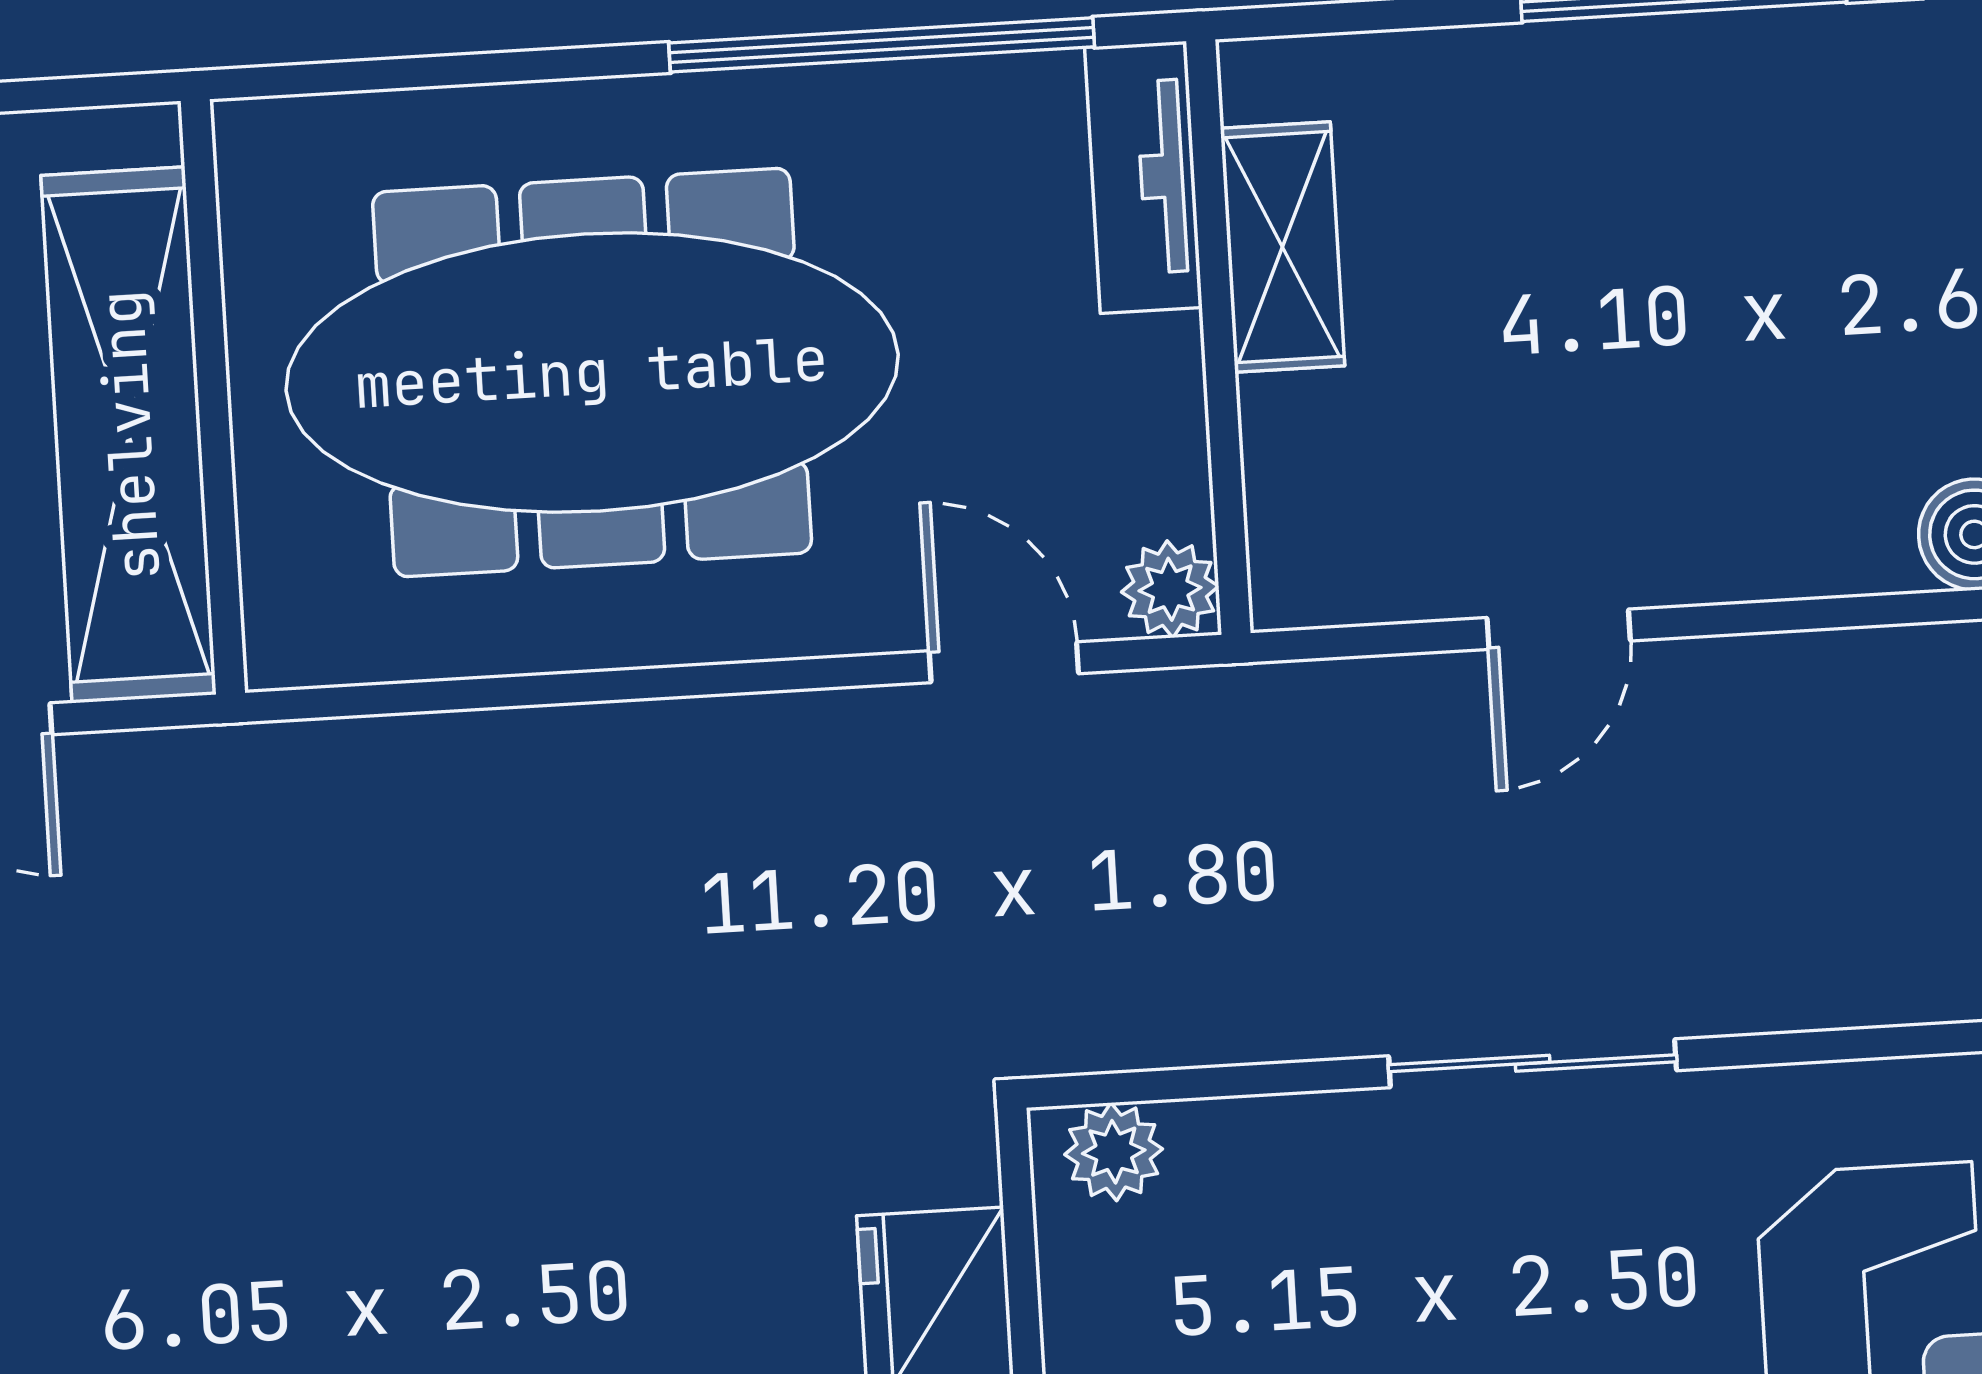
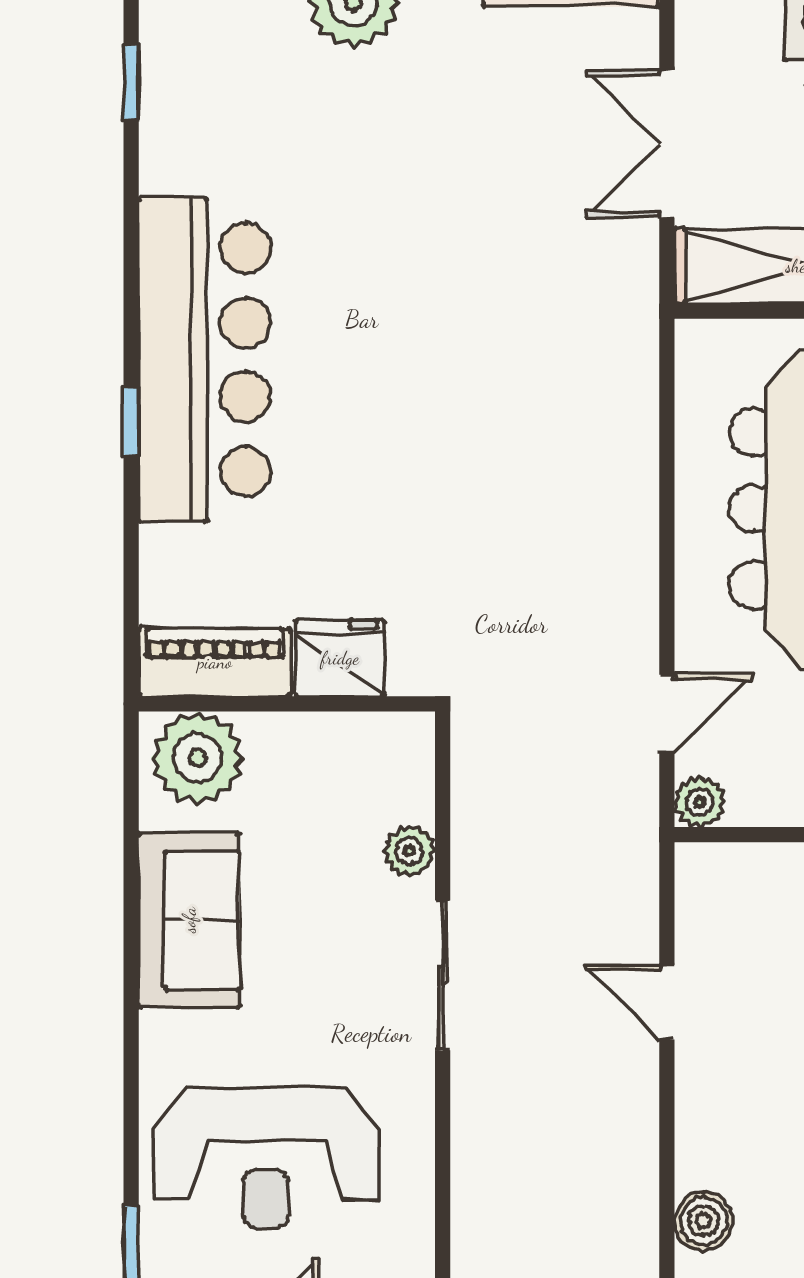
plant: (1114, 1152) -> (410, 851), moved

